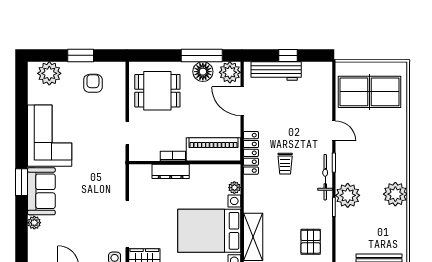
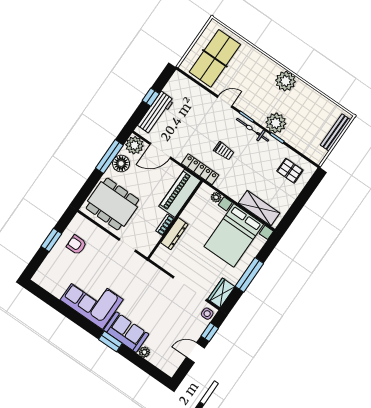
plant: (49, 73) -> (49, 270), removed
dining table: (157, 91) -> (112, 204), width x1.37
plant: (395, 194) -> (285, 81), moved

